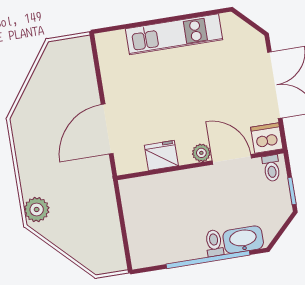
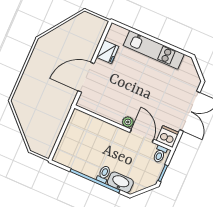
fridge: (161, 155) -> (108, 52), moved, turned 90
plant: (37, 210) -> (21, 96), removed

